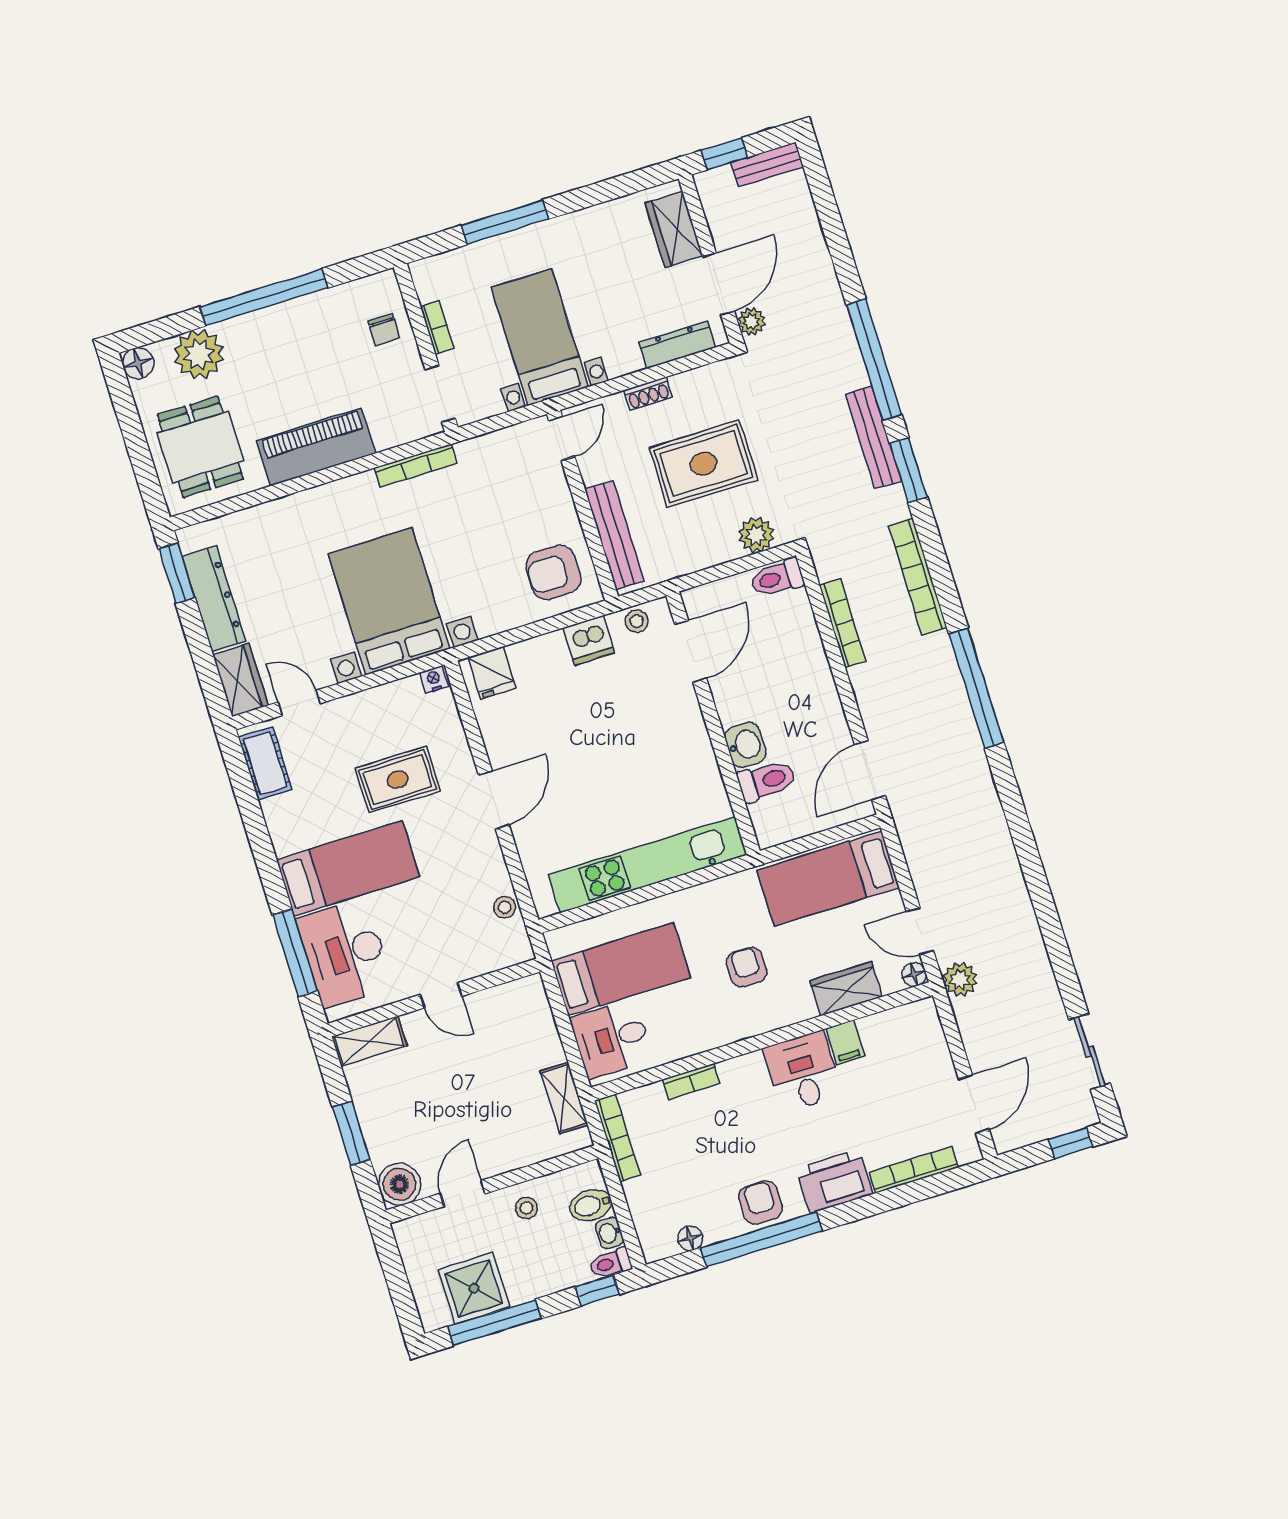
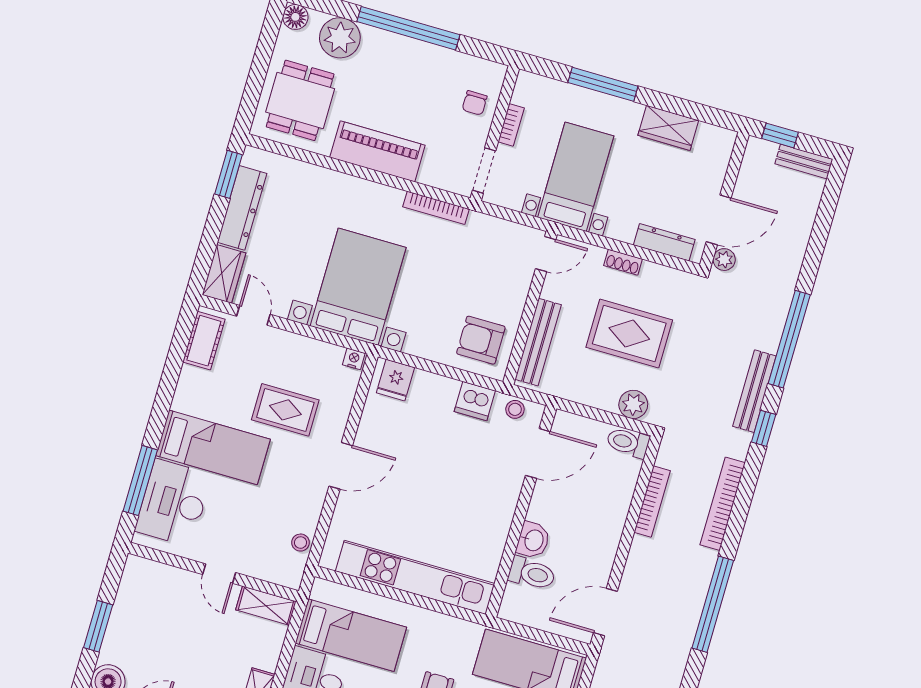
wardrobe: (674, 230) -> (668, 128), moved, turned -90
window: (908, 470) -> (764, 428), width x0.67
shelving: (369, 1041) -> (266, 606), moved

